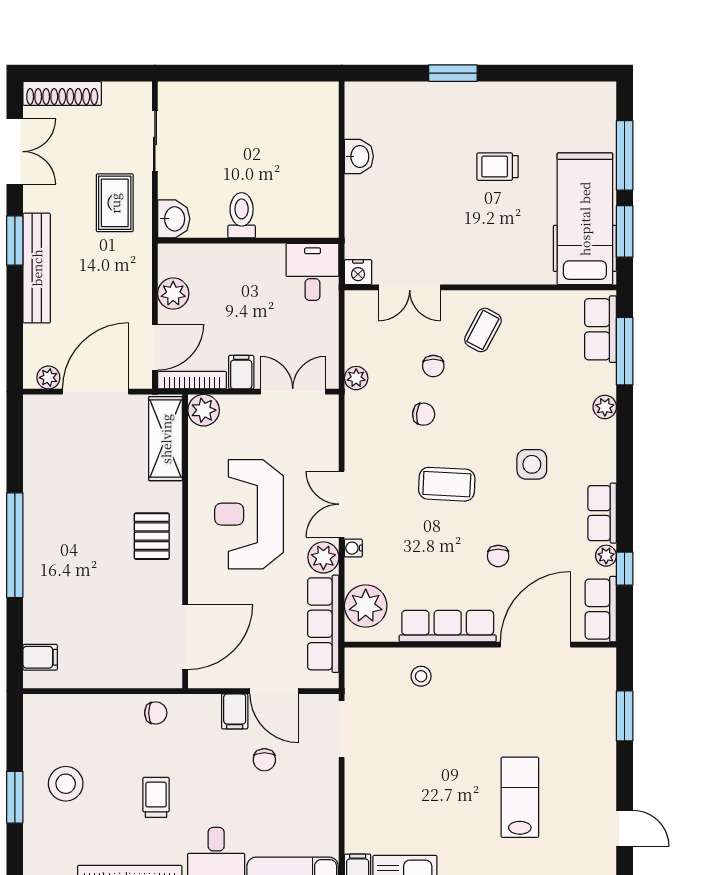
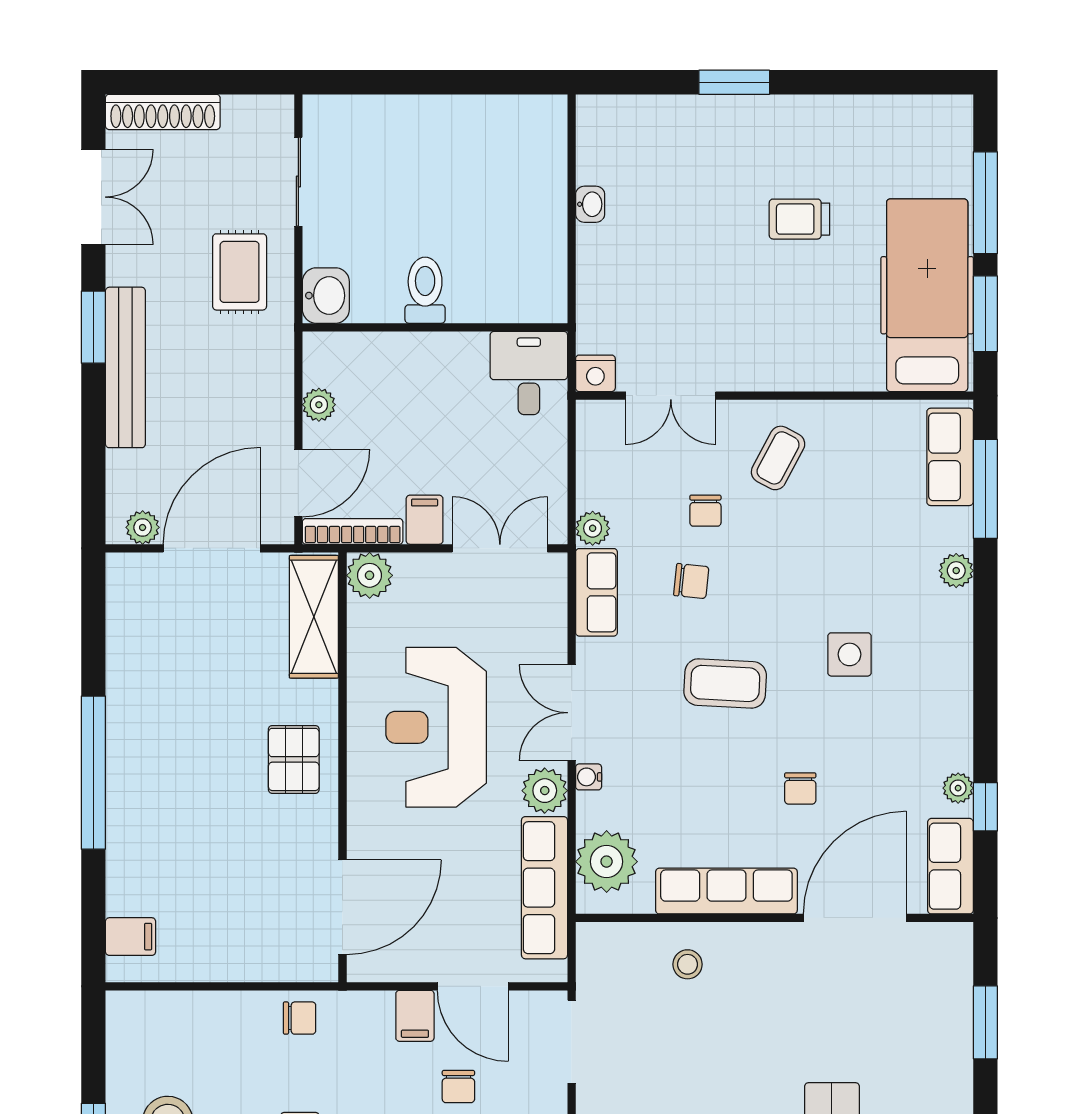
washbasin: (359, 156) -> (590, 204), width x0.72, depth x0.69
plant: (173, 294) -> (319, 405), width x0.73, depth x0.73
row of seats: (602, 513) -> (596, 592), moved, turned 180

